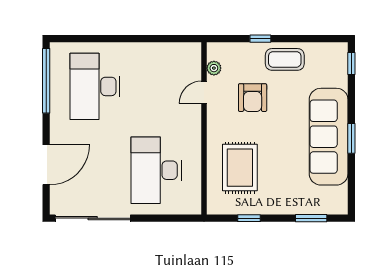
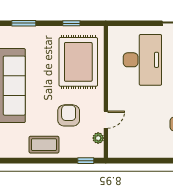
window: (260, 39) -> (86, 161), moved
rug: (240, 168) -> (78, 62), width x1.37, depth x1.44

